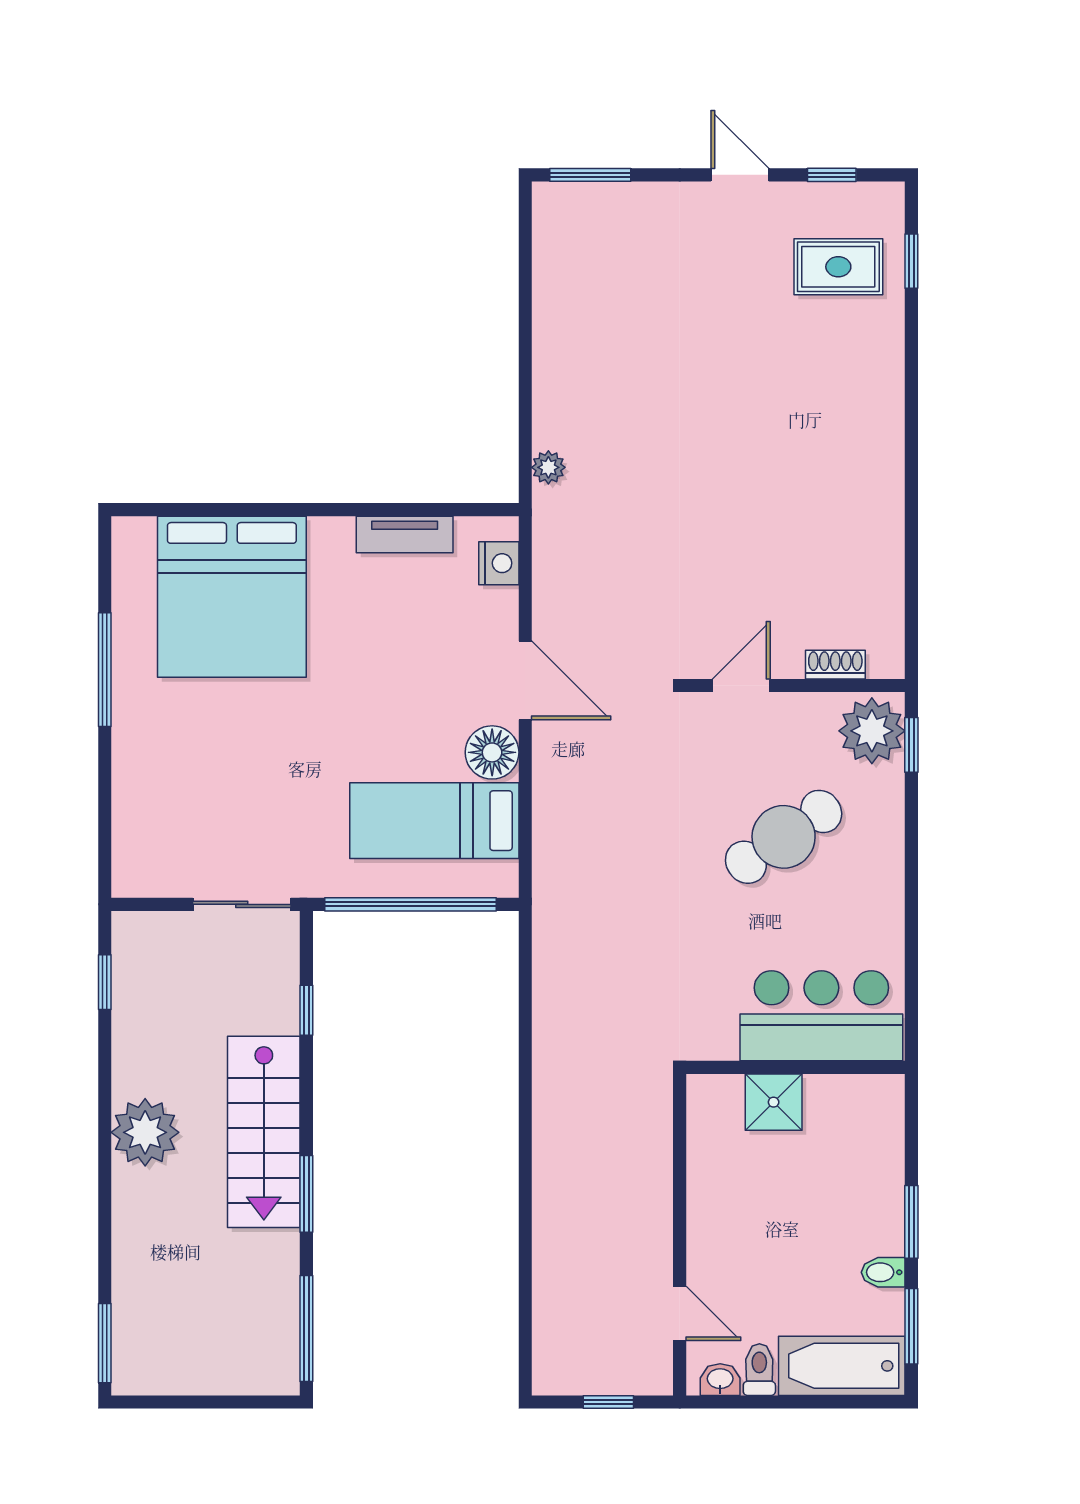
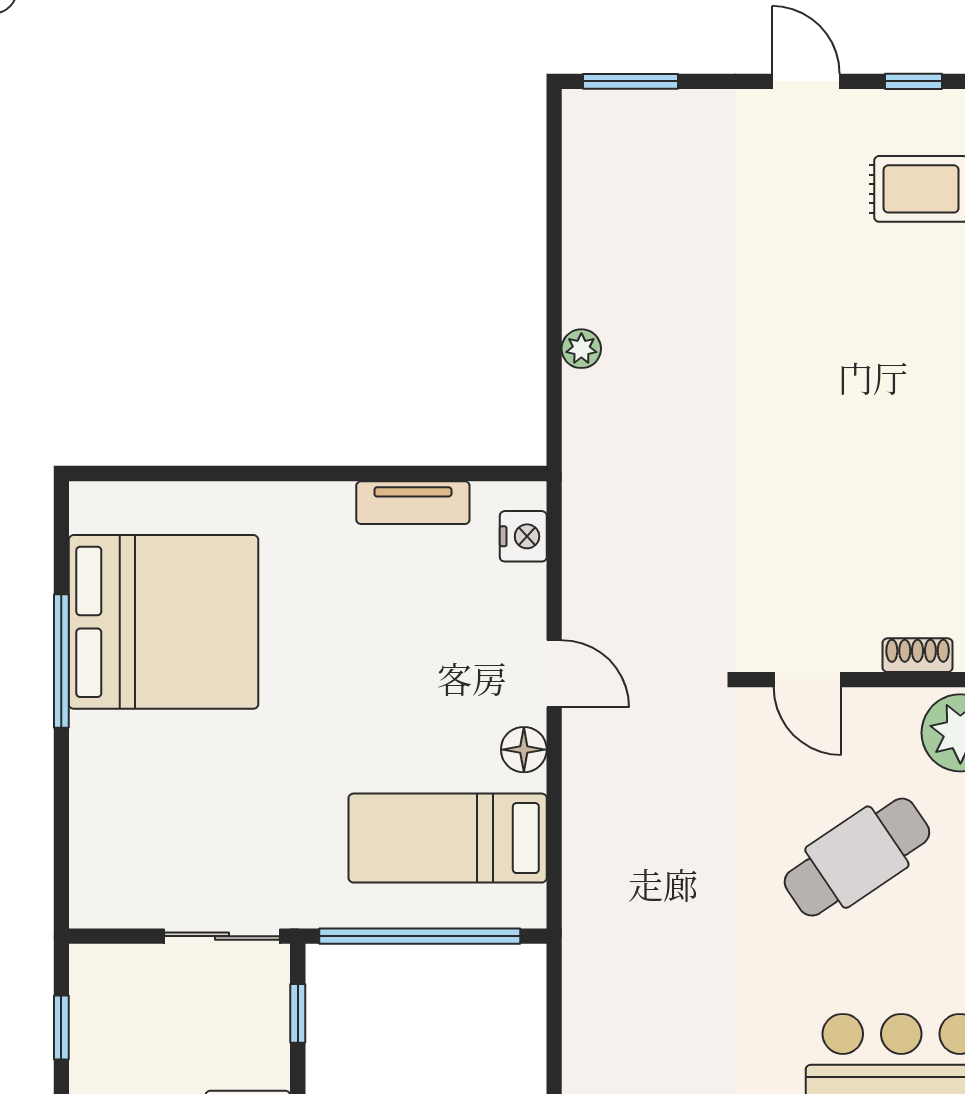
plant: (548, 467) -> (581, 349), moved
bed: (232, 597) -> (164, 622), moved, turned -90
door: (525, 680) -> (554, 674), width x0.73
door: (741, 686) -> (807, 680), swing flipped
floor lamp: (492, 752) -> (524, 750), width x0.73, depth x0.73
window: (306, 1010) -> (298, 1013), moved

